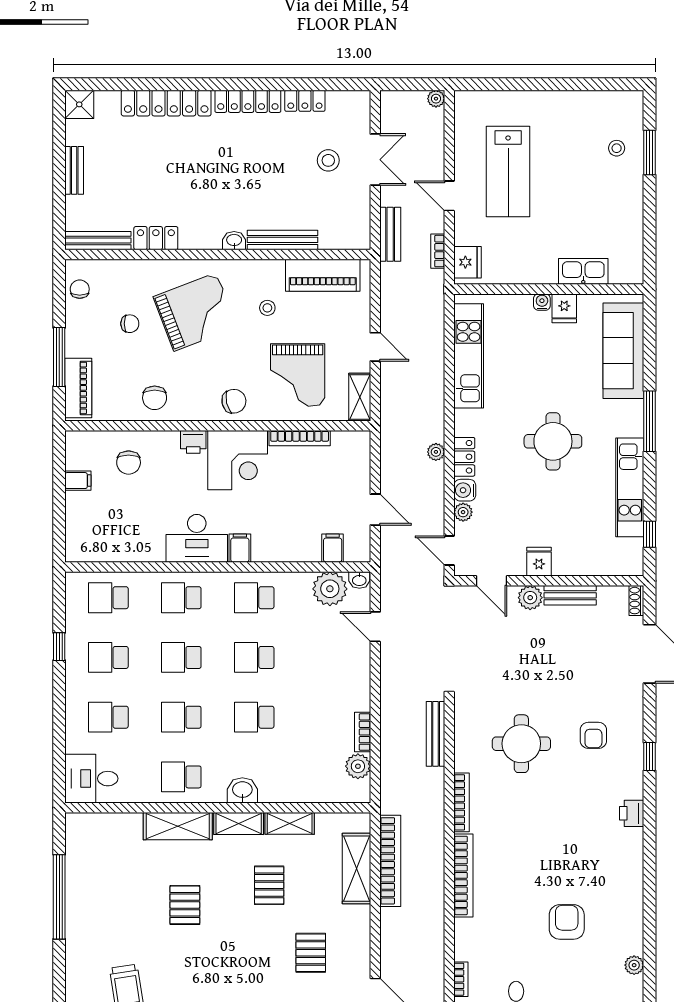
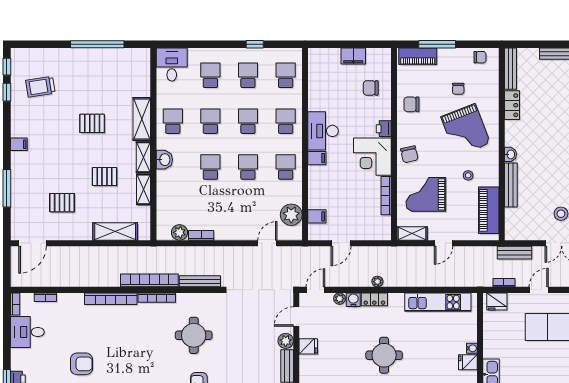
filing cabinet: (78, 481) -> (353, 56), width x2.00
washbasin: (359, 580) -> (297, 233), removed
bookcase: (390, 861) -> (149, 280), moved, turned 180

